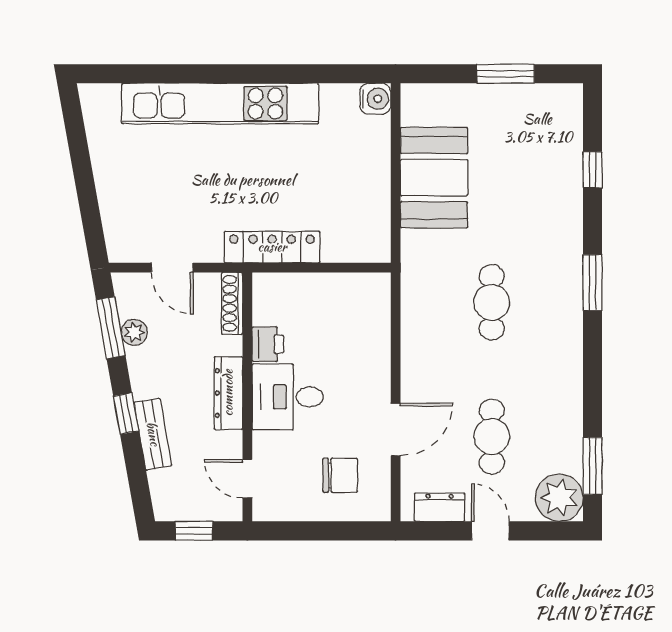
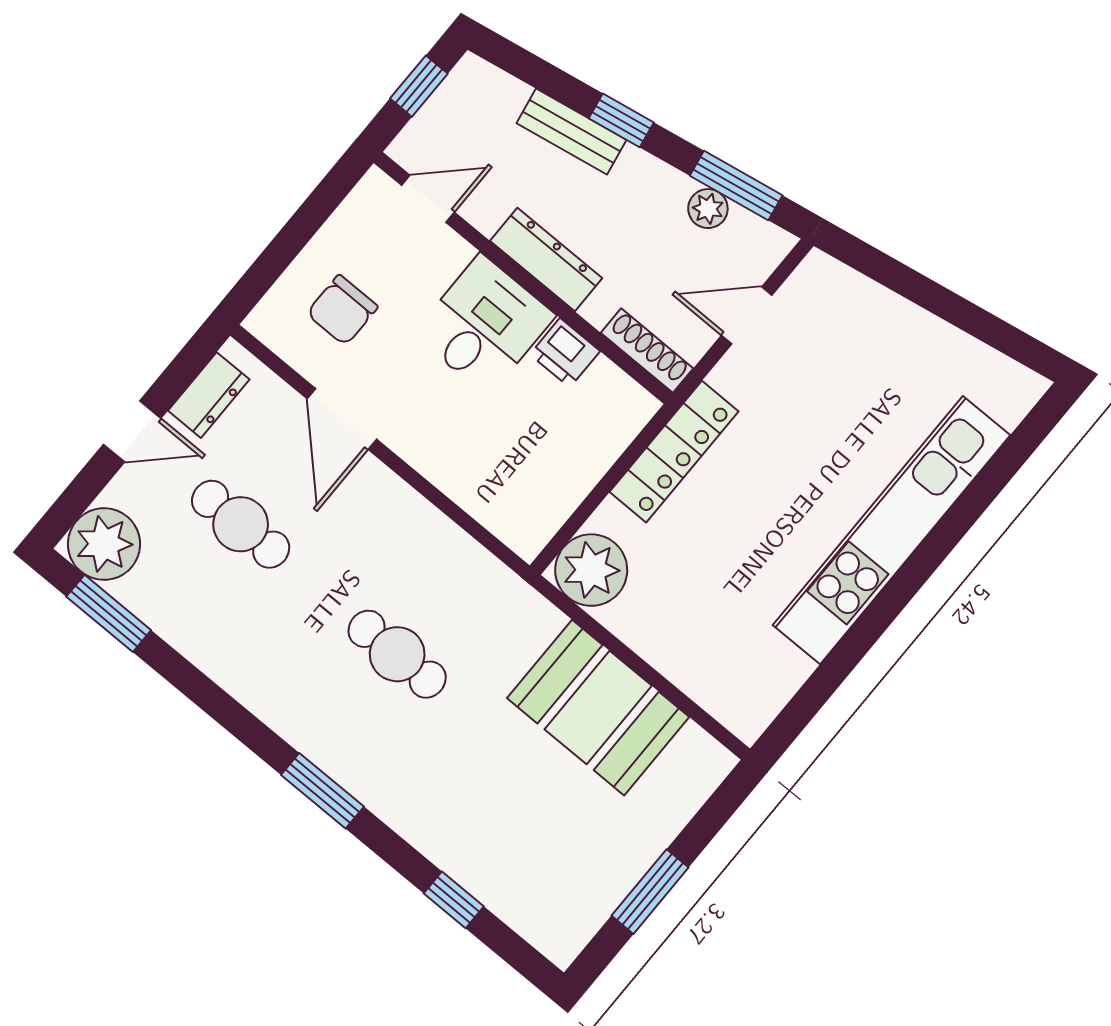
water cooler: (375, 99) -> (747, 715), removed
plant: (367, 239) -> (591, 570), added

